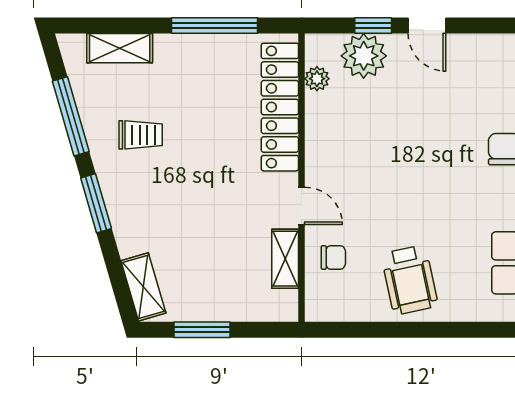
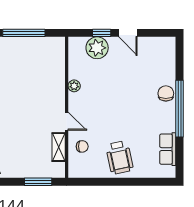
plant: (317, 79) -> (74, 86), moved
locker: (280, 107) -> (56, 73), removed
window: (202, 330) -> (38, 182), moved

